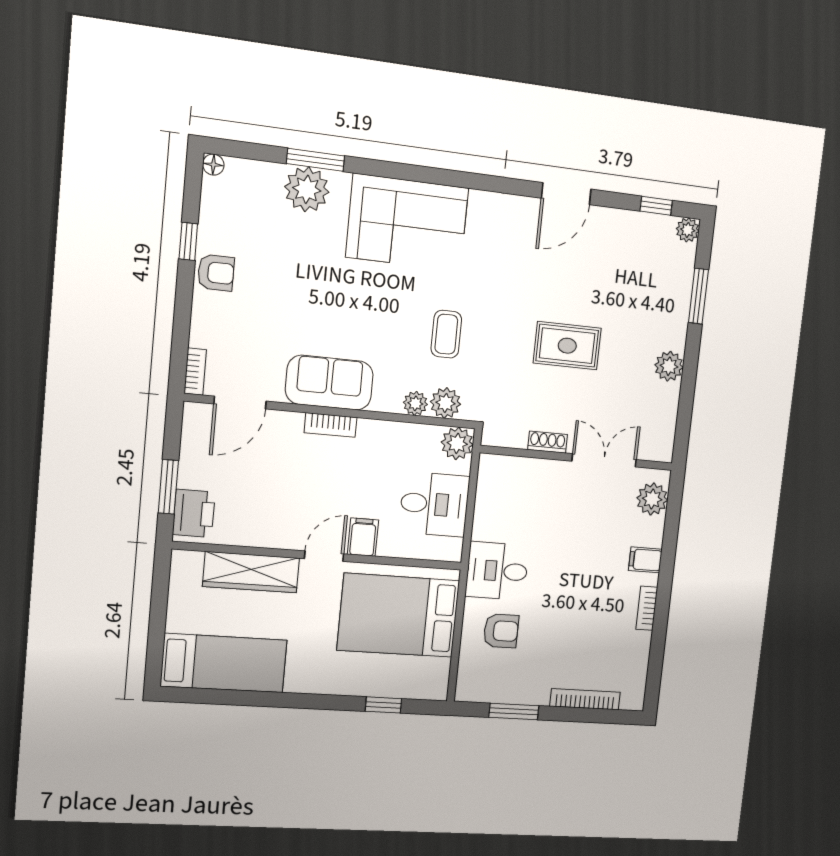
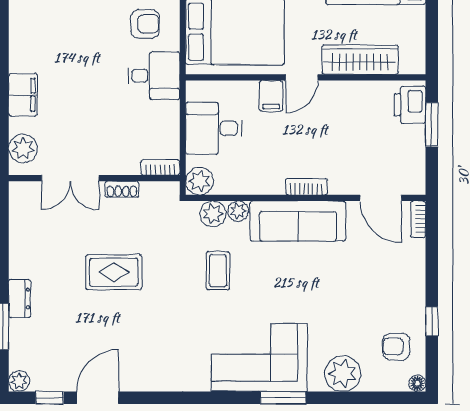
window: (316, 160) -> (283, 398), moved
door: (566, 194) -> (98, 398), moved
armchair: (216, 273) -> (396, 347), moved
dresser: (676, 327) -> (20, 299), added
plant: (669, 366) -> (22, 264), removed
sofa: (329, 383) -> (298, 221), width x1.36
door: (240, 403) -> (381, 198), swing flipped
filing cabinet: (645, 560) -> (23, 95), width x2.00
bookcase: (647, 608) -> (160, 167), moved, turned -90
armchair: (501, 631) -> (145, 24), turned 180

